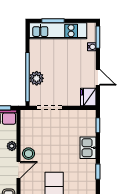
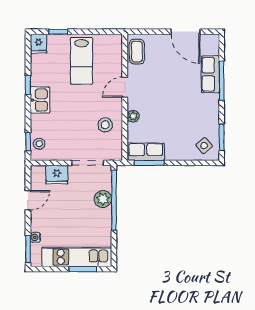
door: (98, 77) -> (28, 200), swing flipped
fridge: (88, 97) -> (57, 175), moved, turned 90
stool: (89, 124) -> (39, 144), added
kitchen sink: (88, 148) -> (40, 100), moved
stool: (29, 154) -> (105, 125), moved

